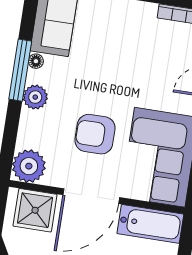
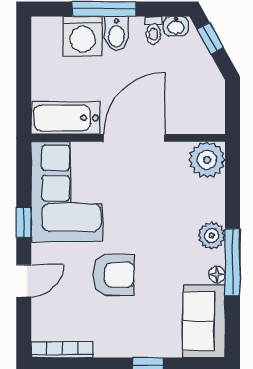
armchair: (95, 134) -> (114, 275), moved
shower: (35, 210) -> (193, 113), removed

